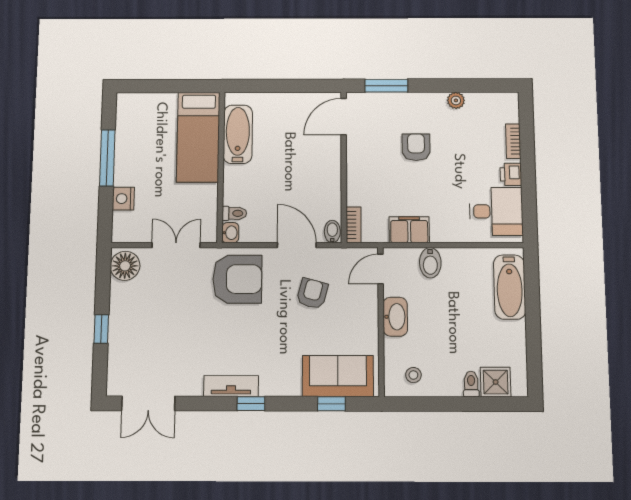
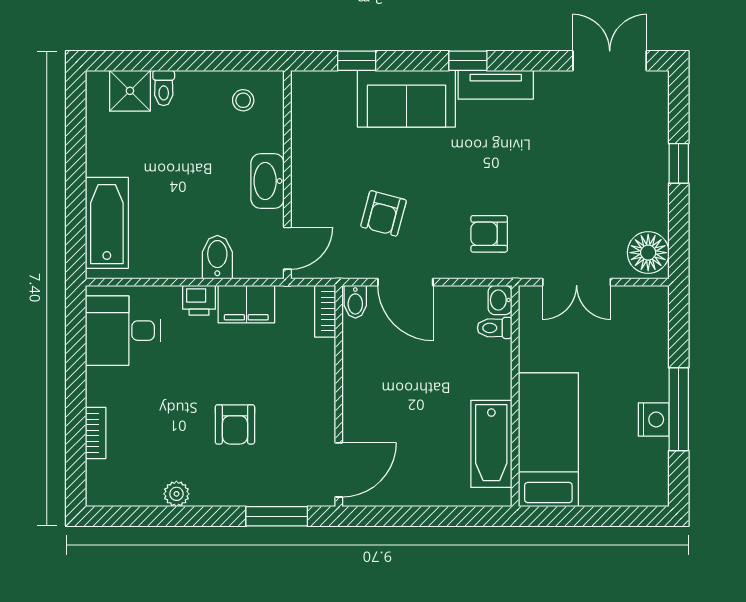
printer: (511, 174) -> (199, 300), moved, turned 90
nightstand: (123, 199) -> (654, 419), moved
armchair: (237, 279) -> (489, 234), width x0.53, depth x0.53
sofa: (338, 376) -> (406, 99), moved

